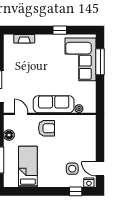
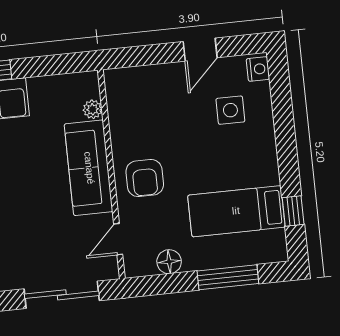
armchair: (47, 128) -> (145, 178), turned 180
door: (100, 169) -> (200, 50), moved
window: (76, 191) -> (293, 211), moved

